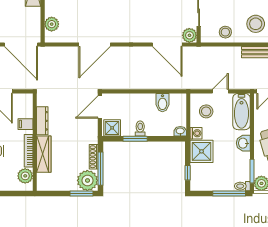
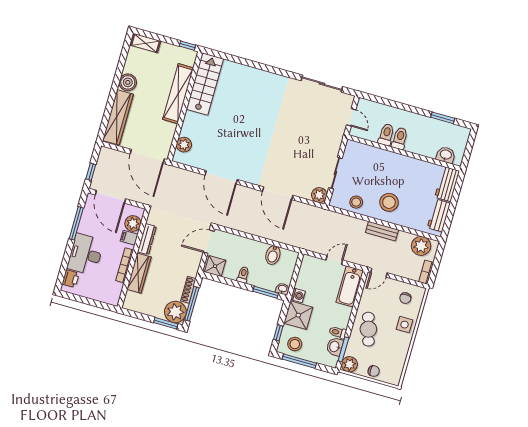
door: (95, 44) -> (221, 177), hinge flipped
door: (167, 44) -> (278, 193), moved
stool: (206, 111) -> (295, 344), moved
window: (135, 139) -> (266, 292), moved
washbasin: (243, 143) -> (335, 347), moved
plant: (25, 176) -> (133, 223), moved
toilet: (242, 186) -> (338, 332), moved
window: (229, 193) -> (299, 361), moved

